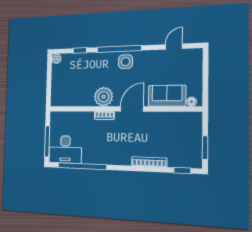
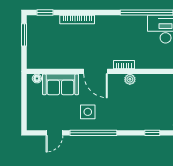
window: (119, 49) -> (93, 133), moved
side table: (125, 62) -> (88, 112), moved
plant: (104, 97) -> (130, 79), width x0.53, depth x0.53
door: (132, 109) -> (95, 71), hinge flipped

